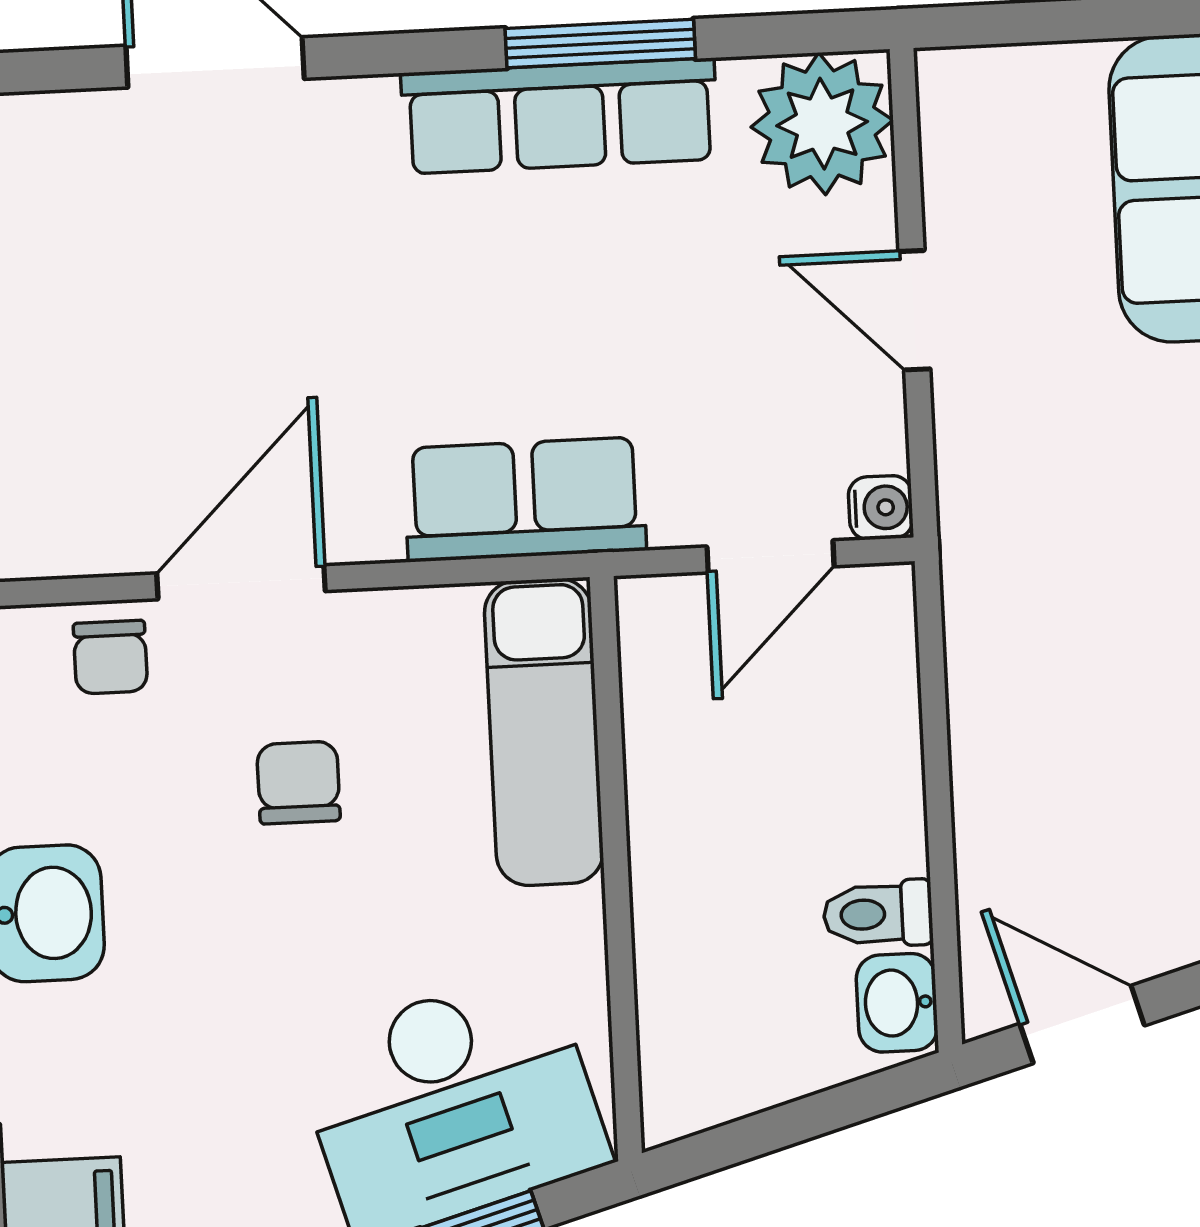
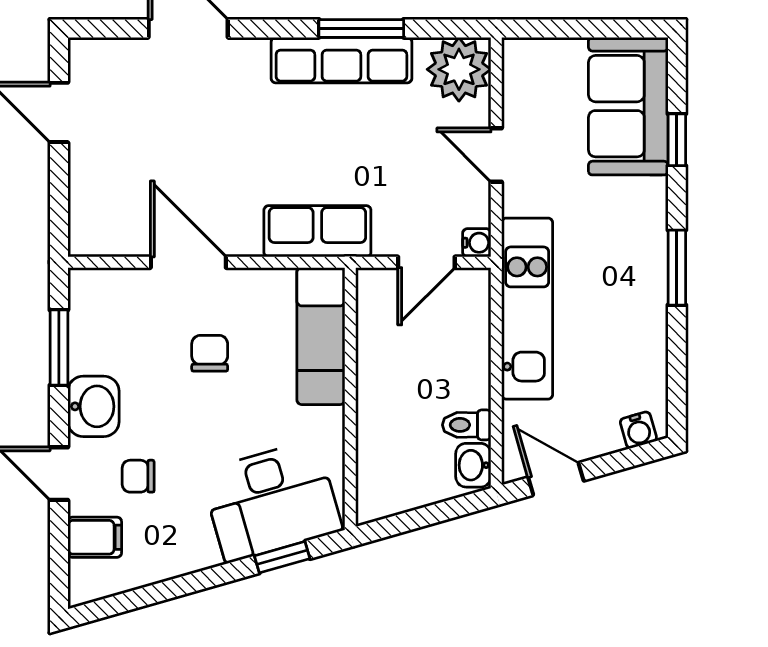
door: (241, 582) -> (188, 262), hinge flipped
kitchen unit: (1000, 649) -> (527, 309), added
chair: (110, 657) -> (138, 476), moved, turned 90

